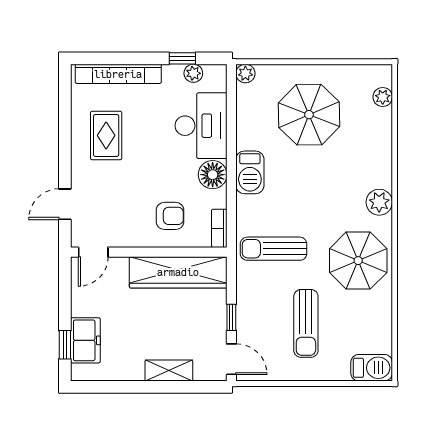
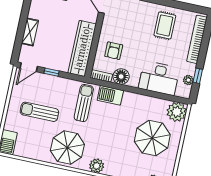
plant: (245, 74) -> (177, 112), width x1.88, depth x1.88
rug: (106, 135) -> (165, 25), turned 90
barbecue: (250, 172) -> (110, 95), moved
floor lamp: (213, 175) -> (121, 76), moved

